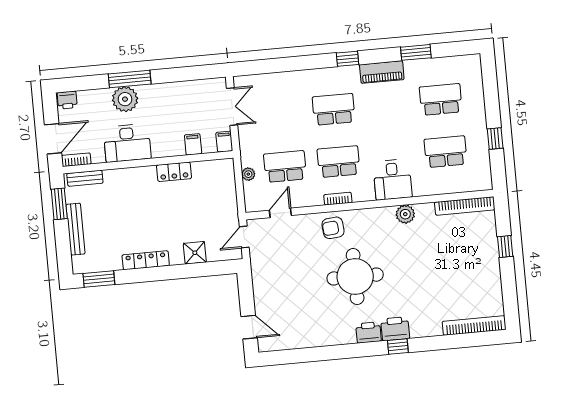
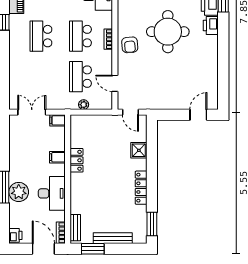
filing cabinet: (193, 144) -> (57, 157), moved

